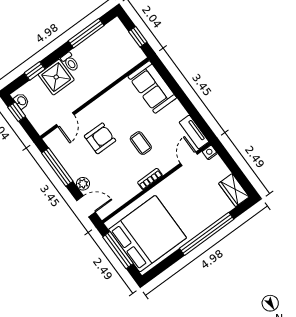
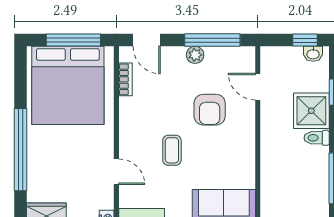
coffee table: (141, 143) -> (172, 150), turned 90
door: (189, 159) -> (116, 172), moved
bookcase: (150, 179) -> (126, 79), moved
plant: (83, 184) -> (195, 55), moved
door: (86, 206) -> (147, 40), hinge flipped

